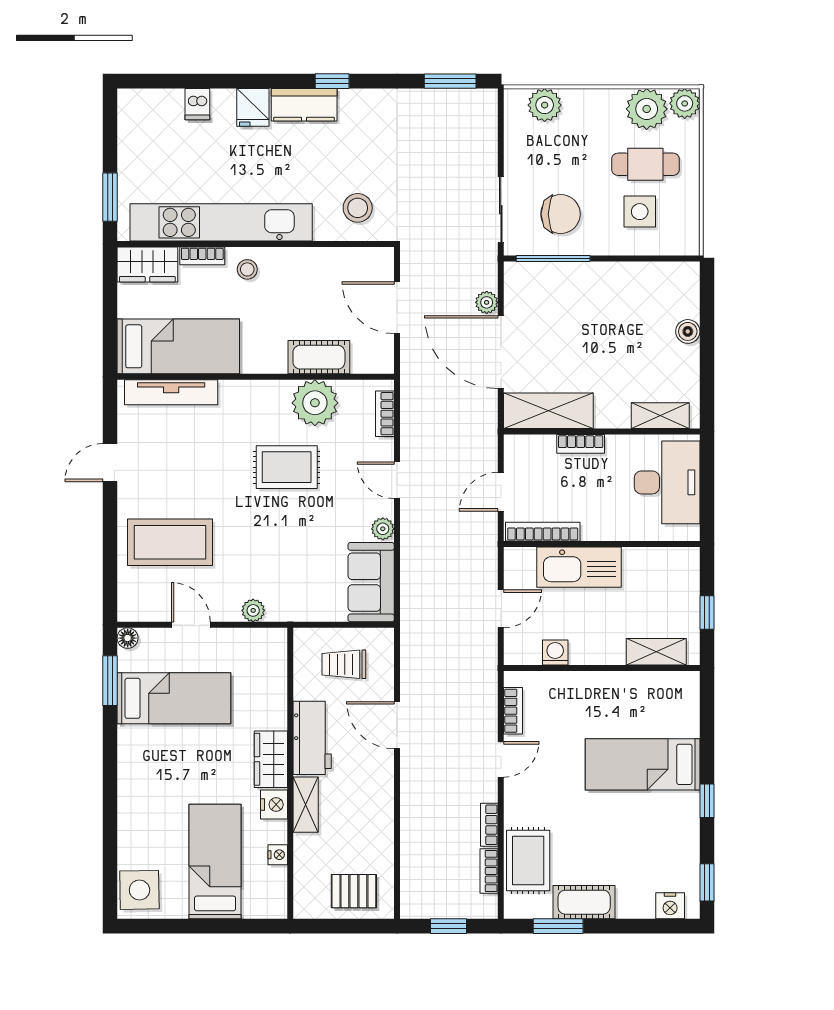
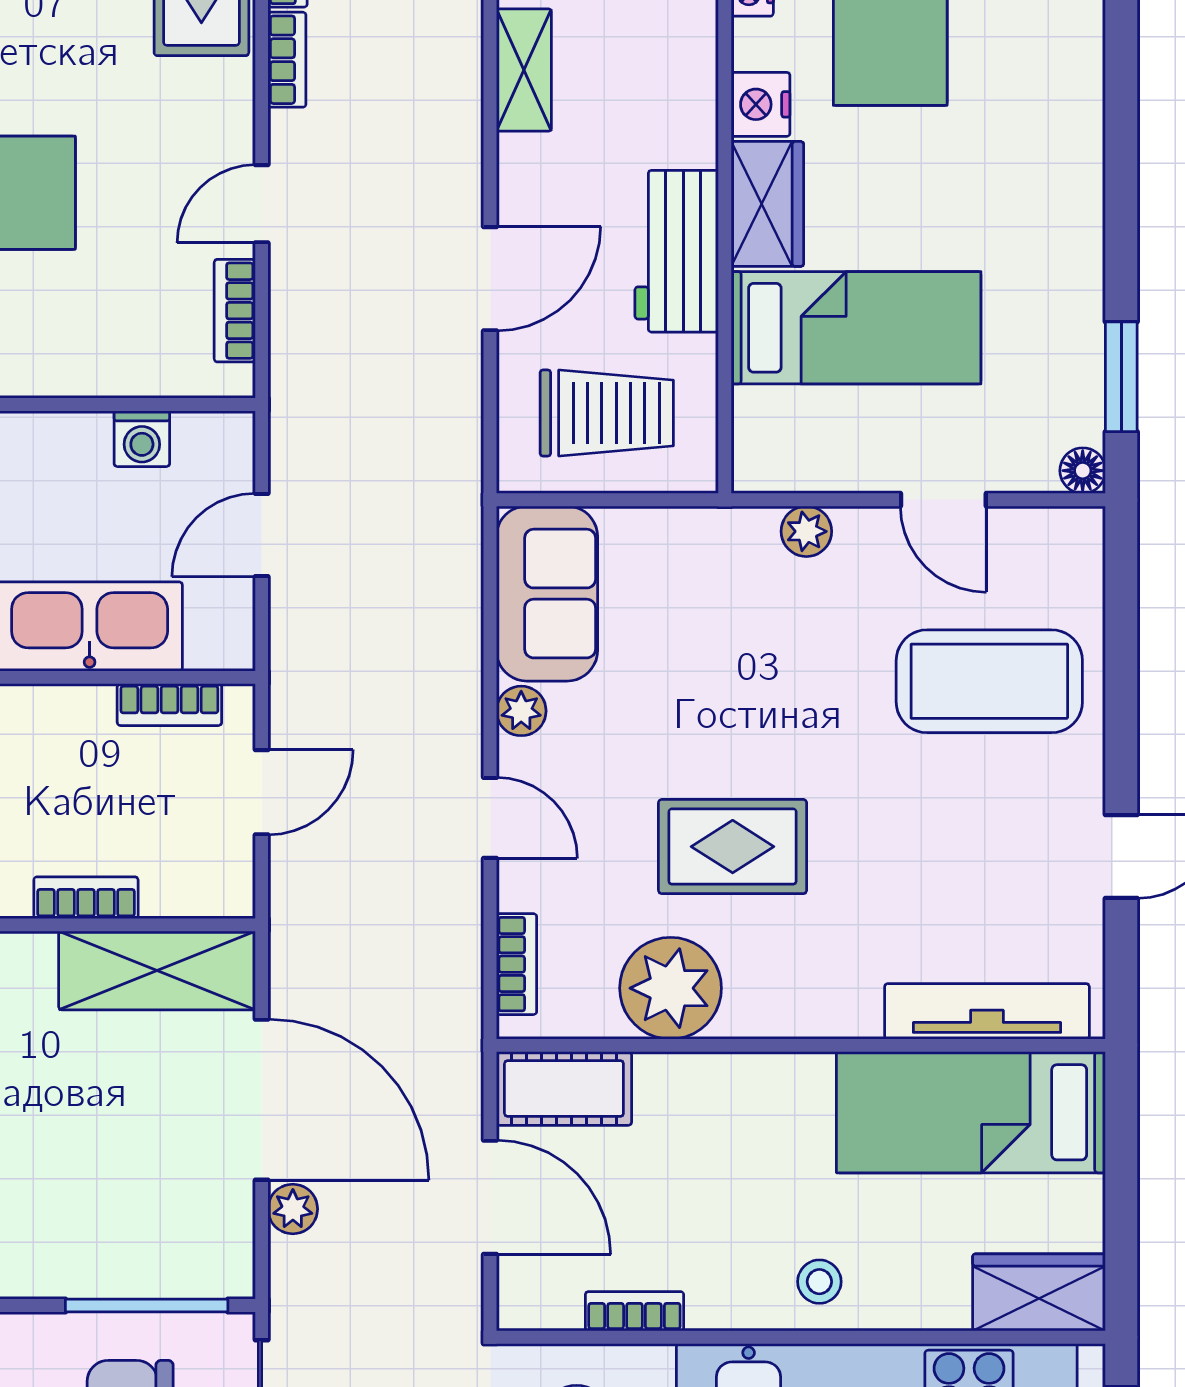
bookcase: (202, 256) -> (634, 1311), moved
cot: (319, 357) -> (564, 1089), moved
bookcase: (543, 532) -> (169, 705), width x0.64
trolley: (344, 664) -> (607, 413), width x1.36, depth x1.39
bed: (174, 698) -> (856, 328), moved, turned 180
door: (397, 725) -> (490, 279), hinge flipped
shelving: (306, 805) -> (524, 70), moved

